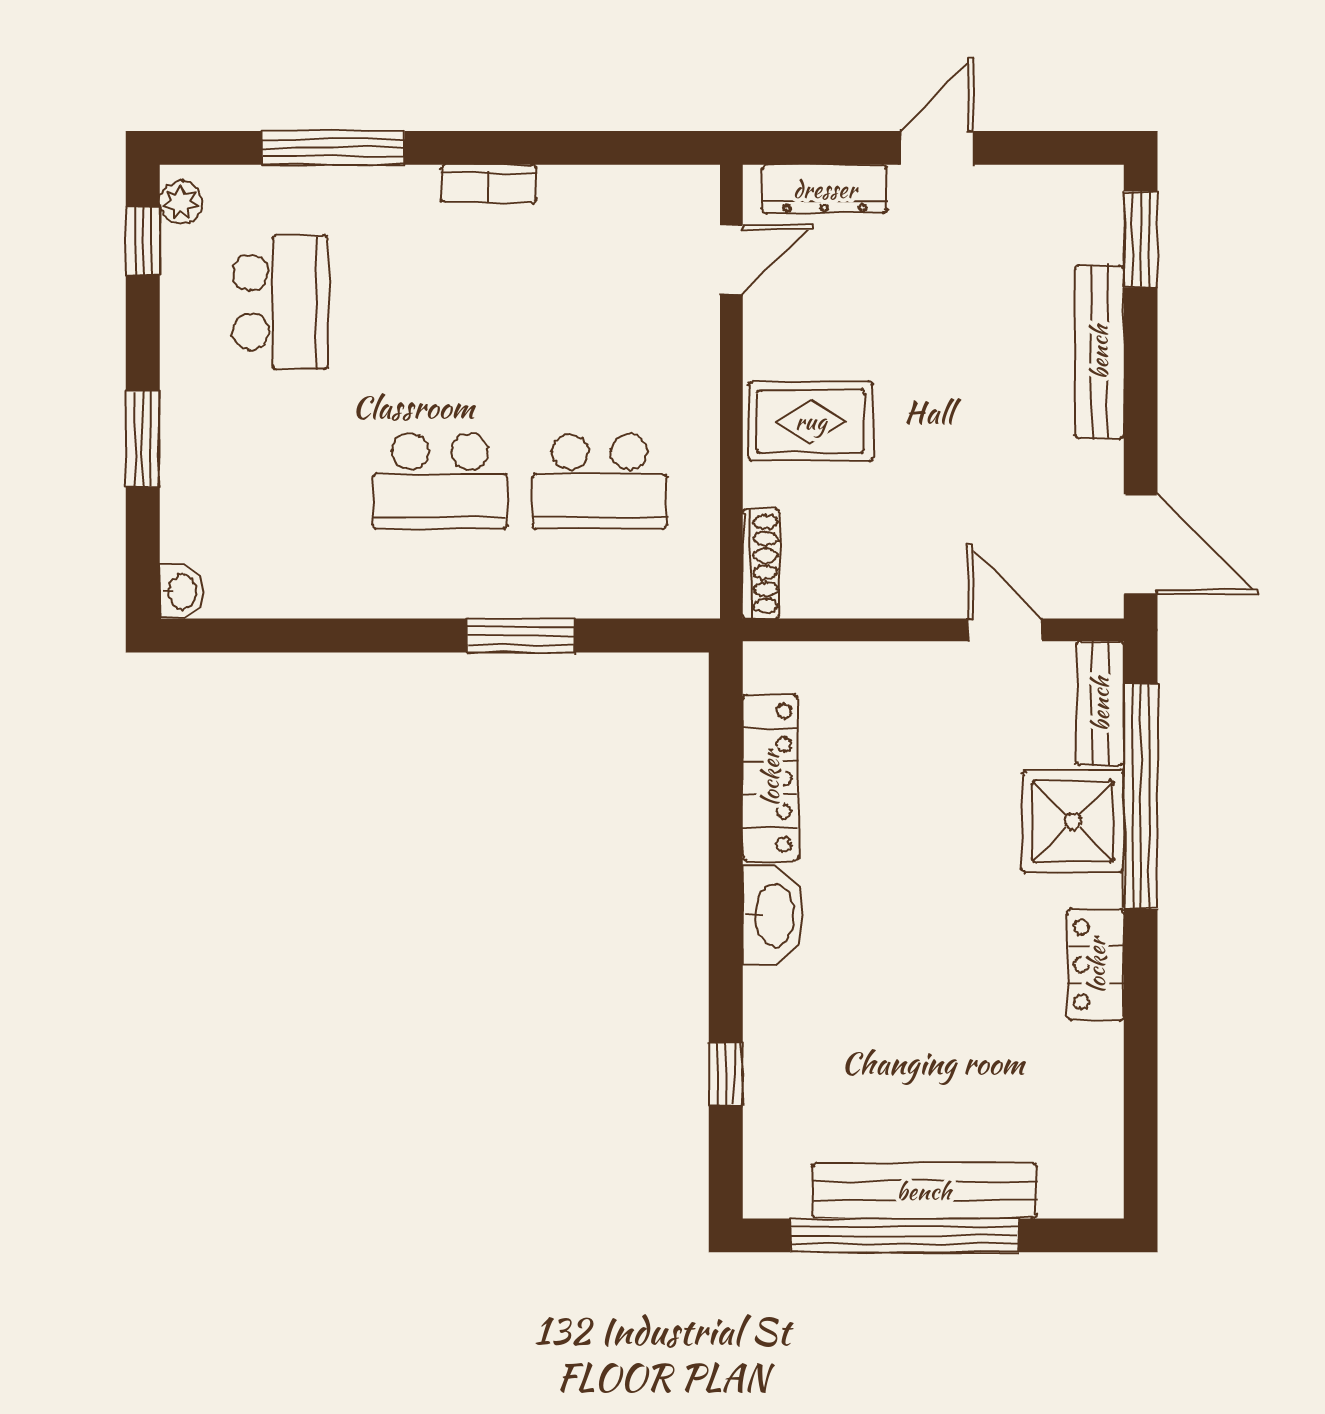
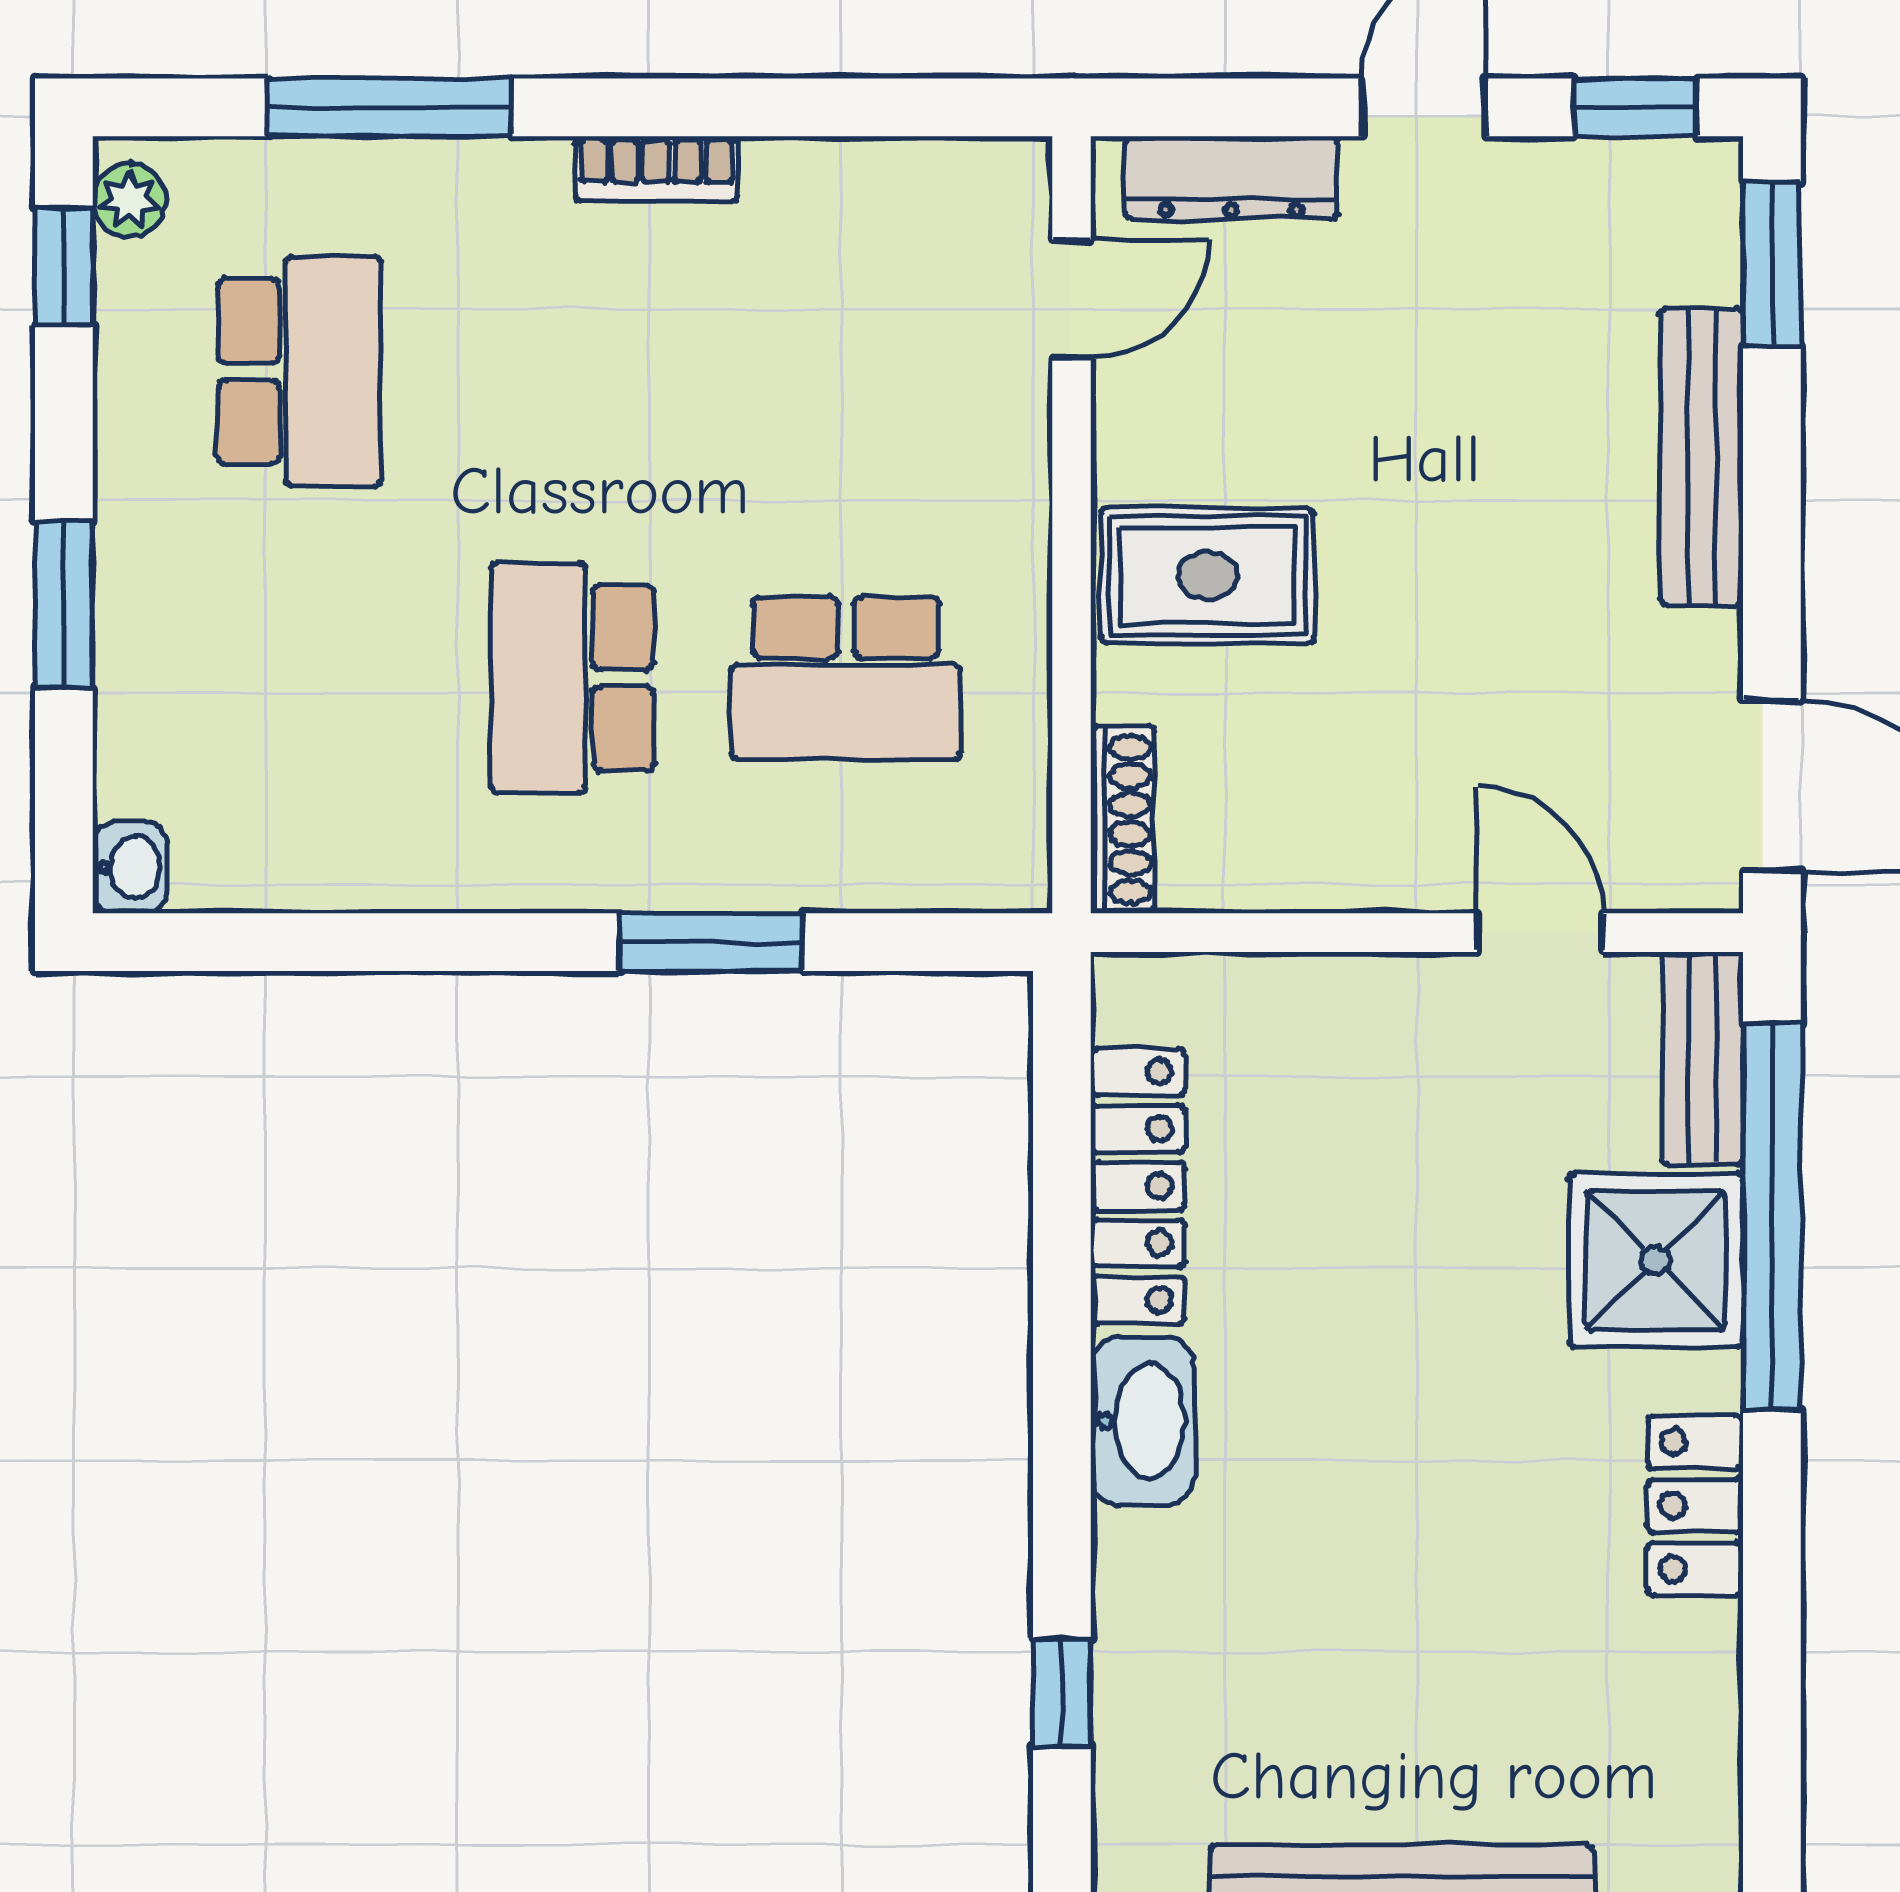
window: (1061, 148) -> (1635, 107), added
school desk: (440, 481) -> (572, 678), turned 90

